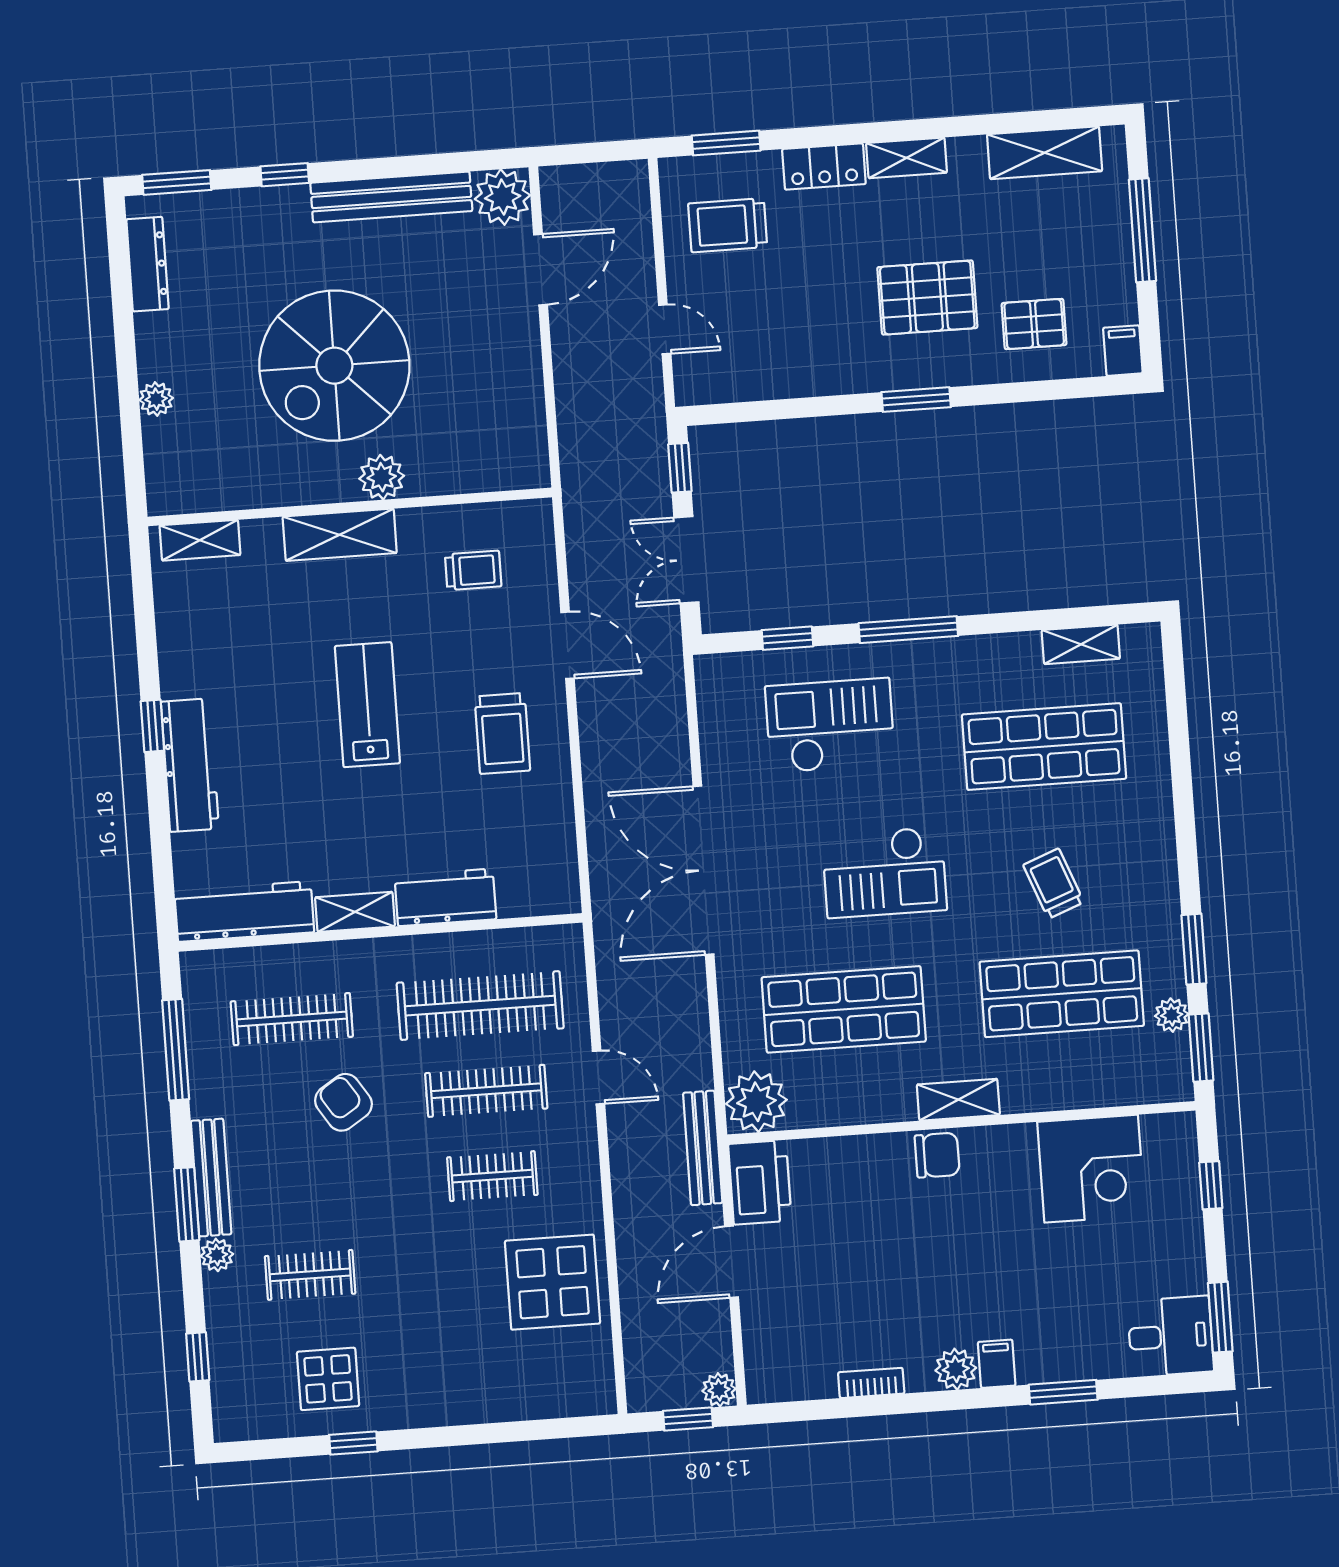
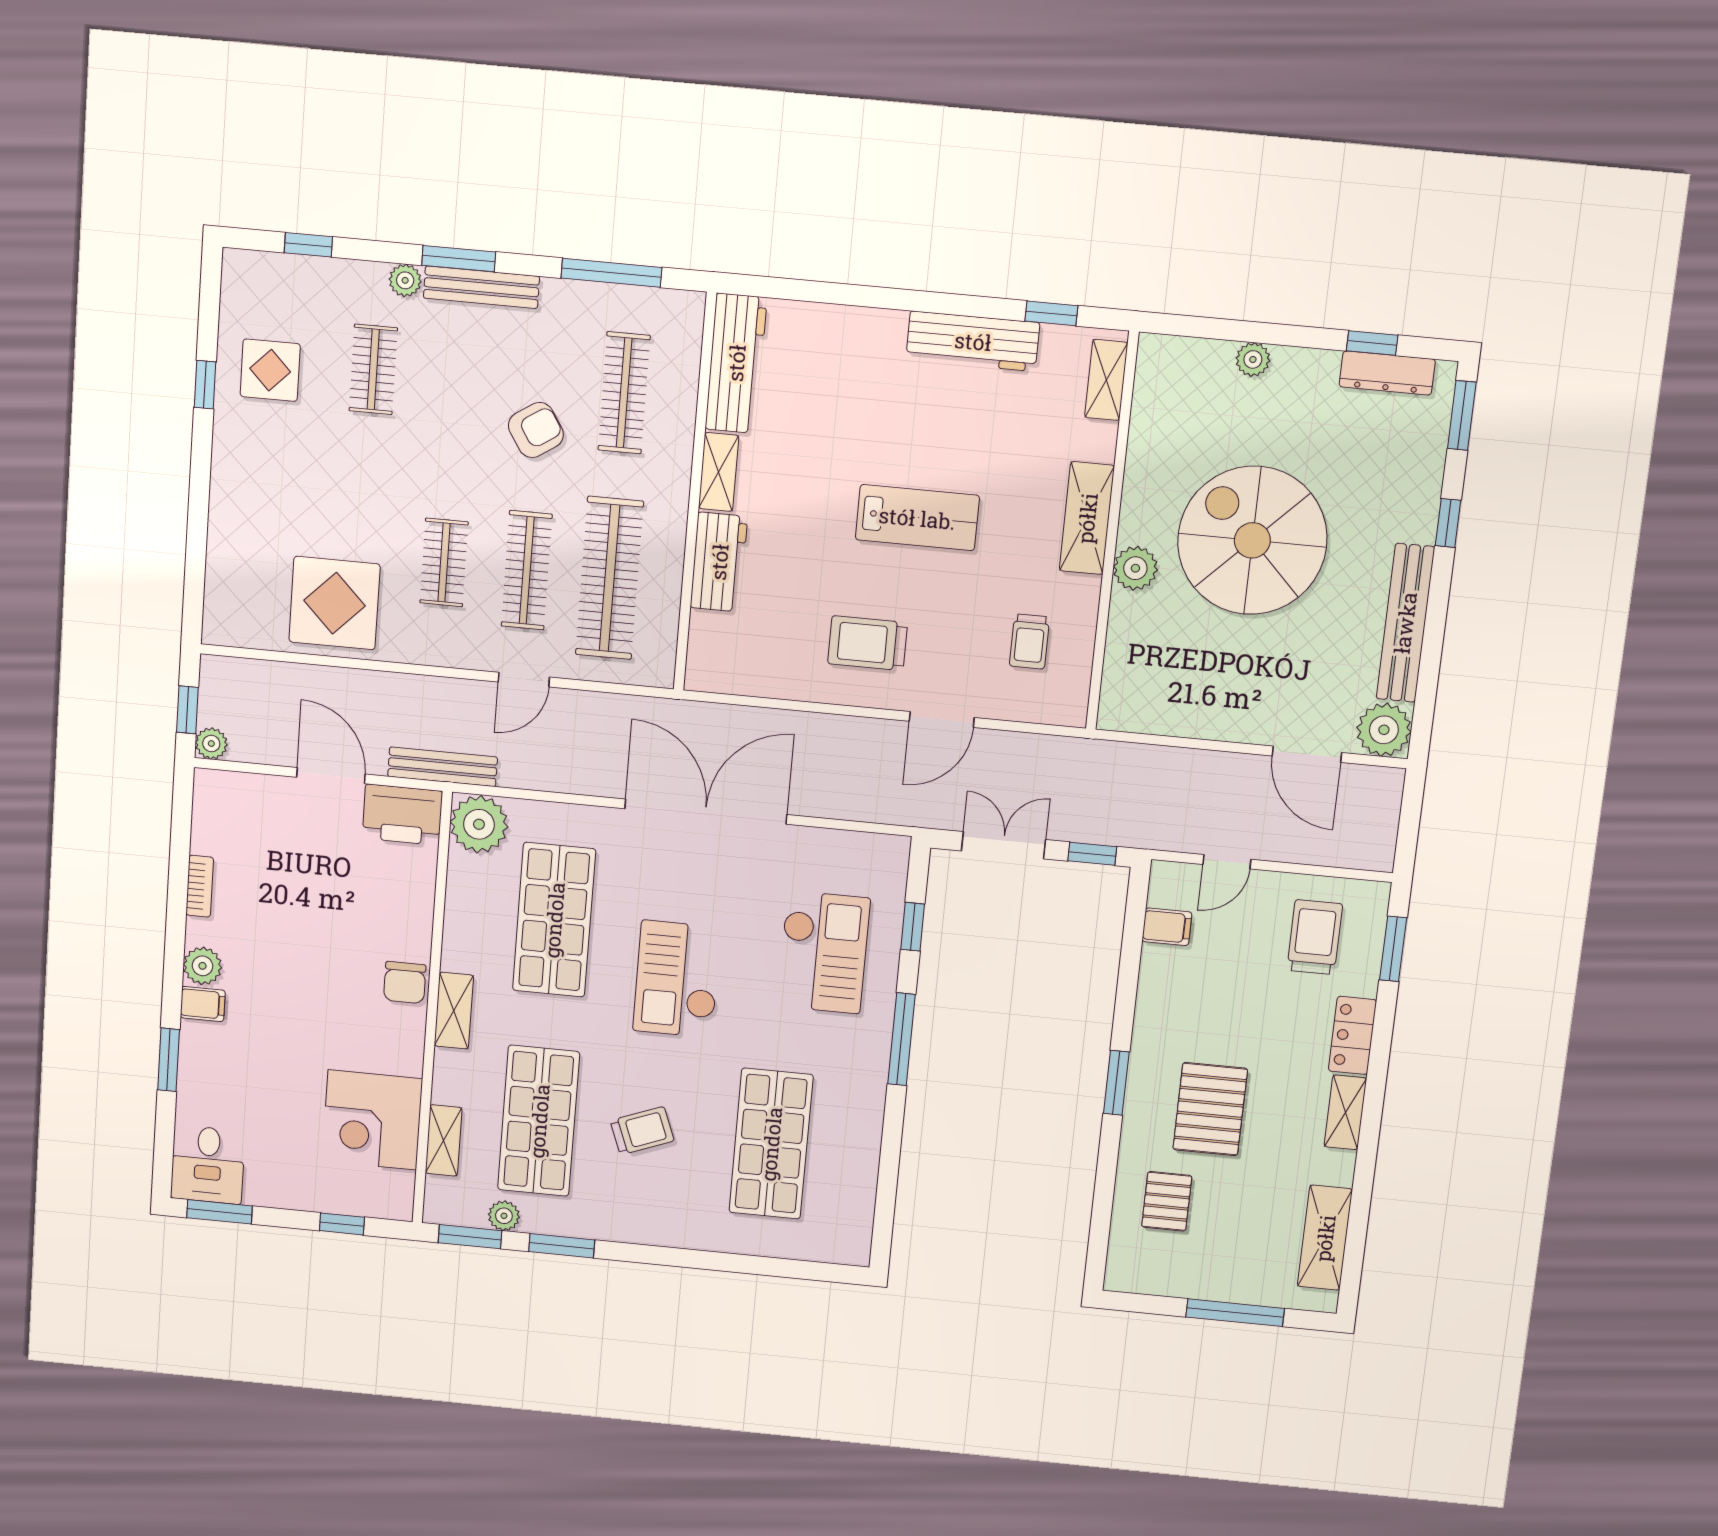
window: (121, 285) -> (1372, 343), added
filing cabinet: (1123, 351) -> (1167, 927), moved
shelving: (1081, 644) -> (444, 1140), moved
window: (152, 726) -> (1051, 313), moved
workbench: (190, 765) -> (973, 341), moved

